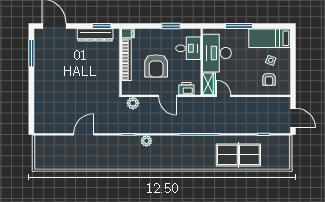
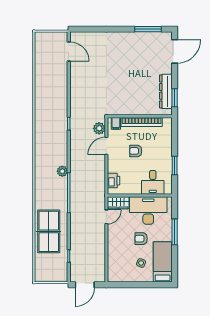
filing cabinet: (128, 33) -> (116, 123), moved
armchair: (156, 66) -> (136, 151), width x0.53, depth x0.53
armchair: (269, 79) -> (141, 239), moved
door: (168, 96) -> (106, 146), moved
door: (84, 134) -> (69, 52), moved
plant: (146, 141) -> (62, 171), moved

